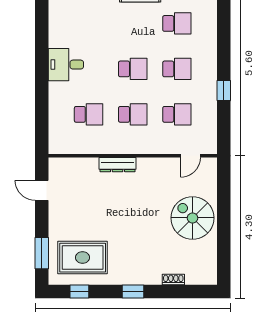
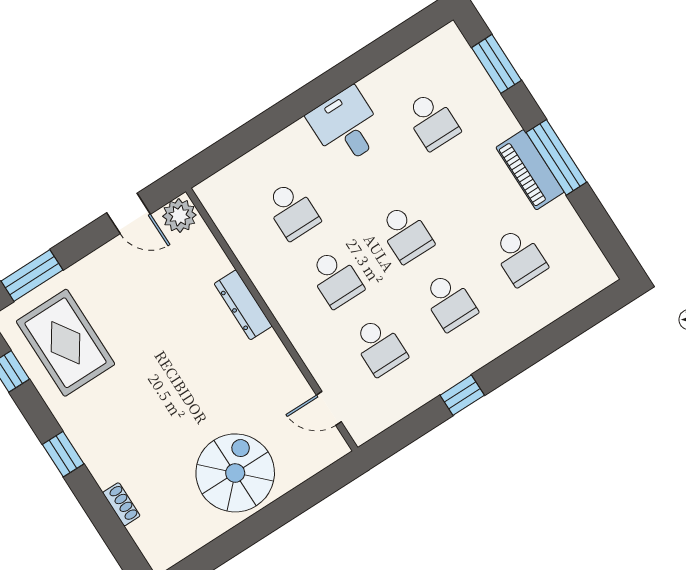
school desk: (89, 23) -> (432, 121), added
plant: (58, 168) -> (179, 216), added
door: (42, 190) -> (129, 213), swing flipped

